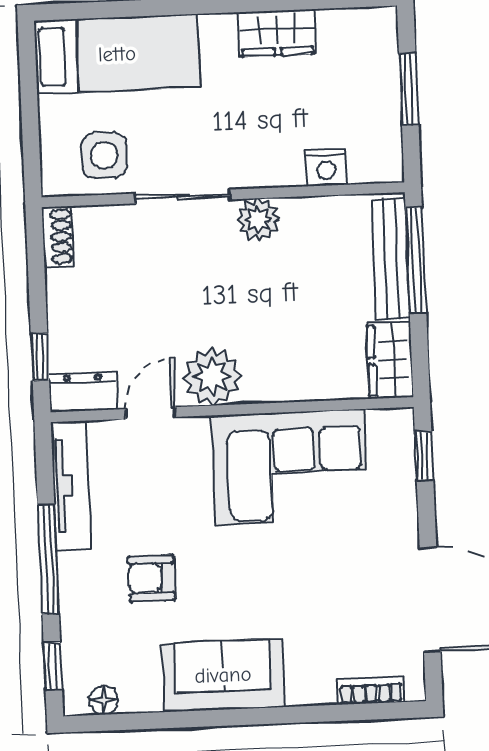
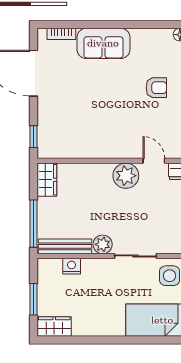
wardrobe: (277, 33) -> (54, 327), moved
bench: (391, 259) -> (65, 246), moved, turned 90
door: (151, 413) -> (154, 161), swing flipped
corner sofa: (289, 467) -> (93, 134), removed
sofa: (223, 675) -> (103, 43), moved

